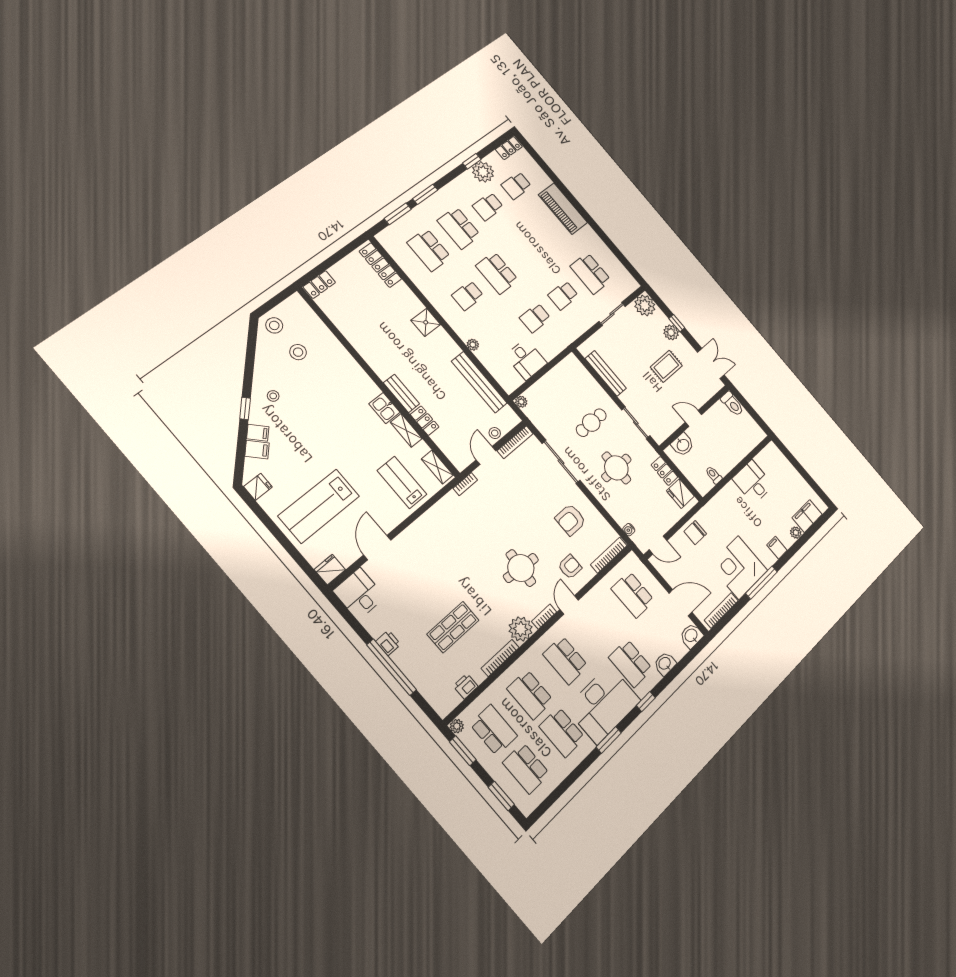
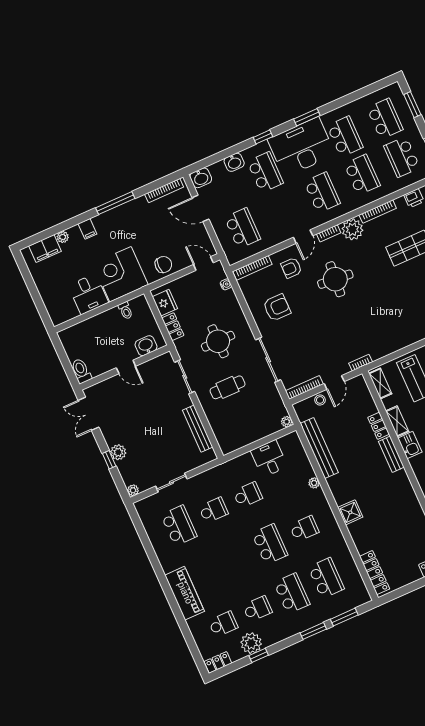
plant: (645, 305) -> (133, 490), width x0.53, depth x0.53
rug: (666, 366) -> (135, 422), removed
corner desk: (739, 568) -> (121, 274), moved, turned 180

